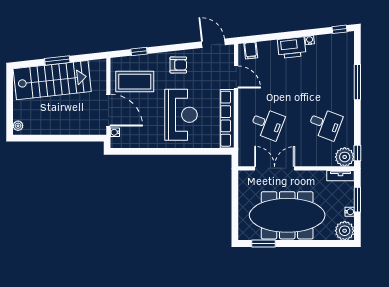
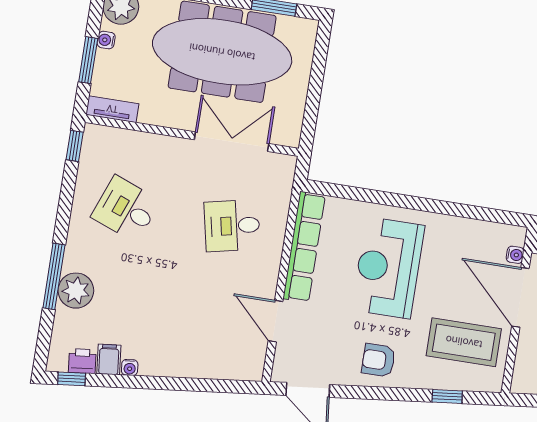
printer: (292, 48) -> (82, 361), moved, width x0.53, depth x0.68
filing cabinet: (251, 51) -> (109, 359), moved
desk: (267, 124) -> (232, 226), turned -33
plant: (345, 157) -> (76, 291), moved
double door: (275, 168) -> (232, 142), swing flipped

